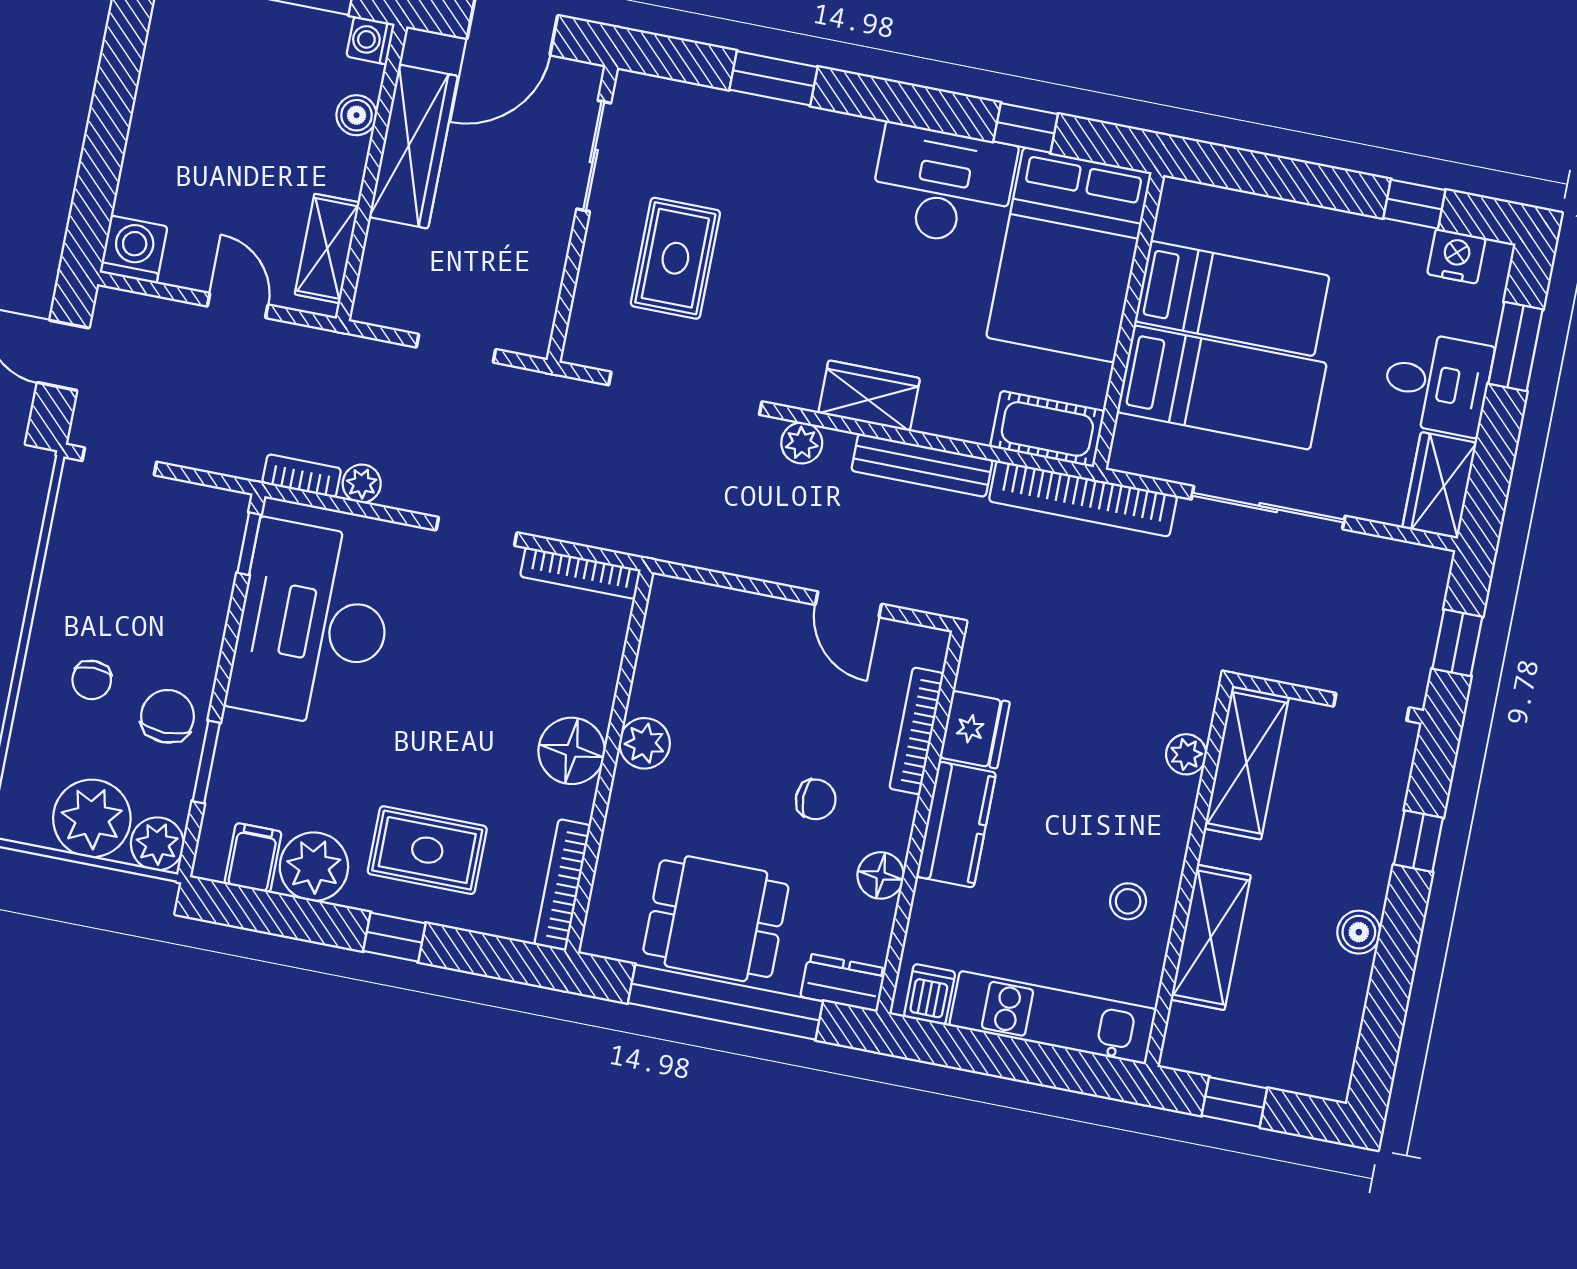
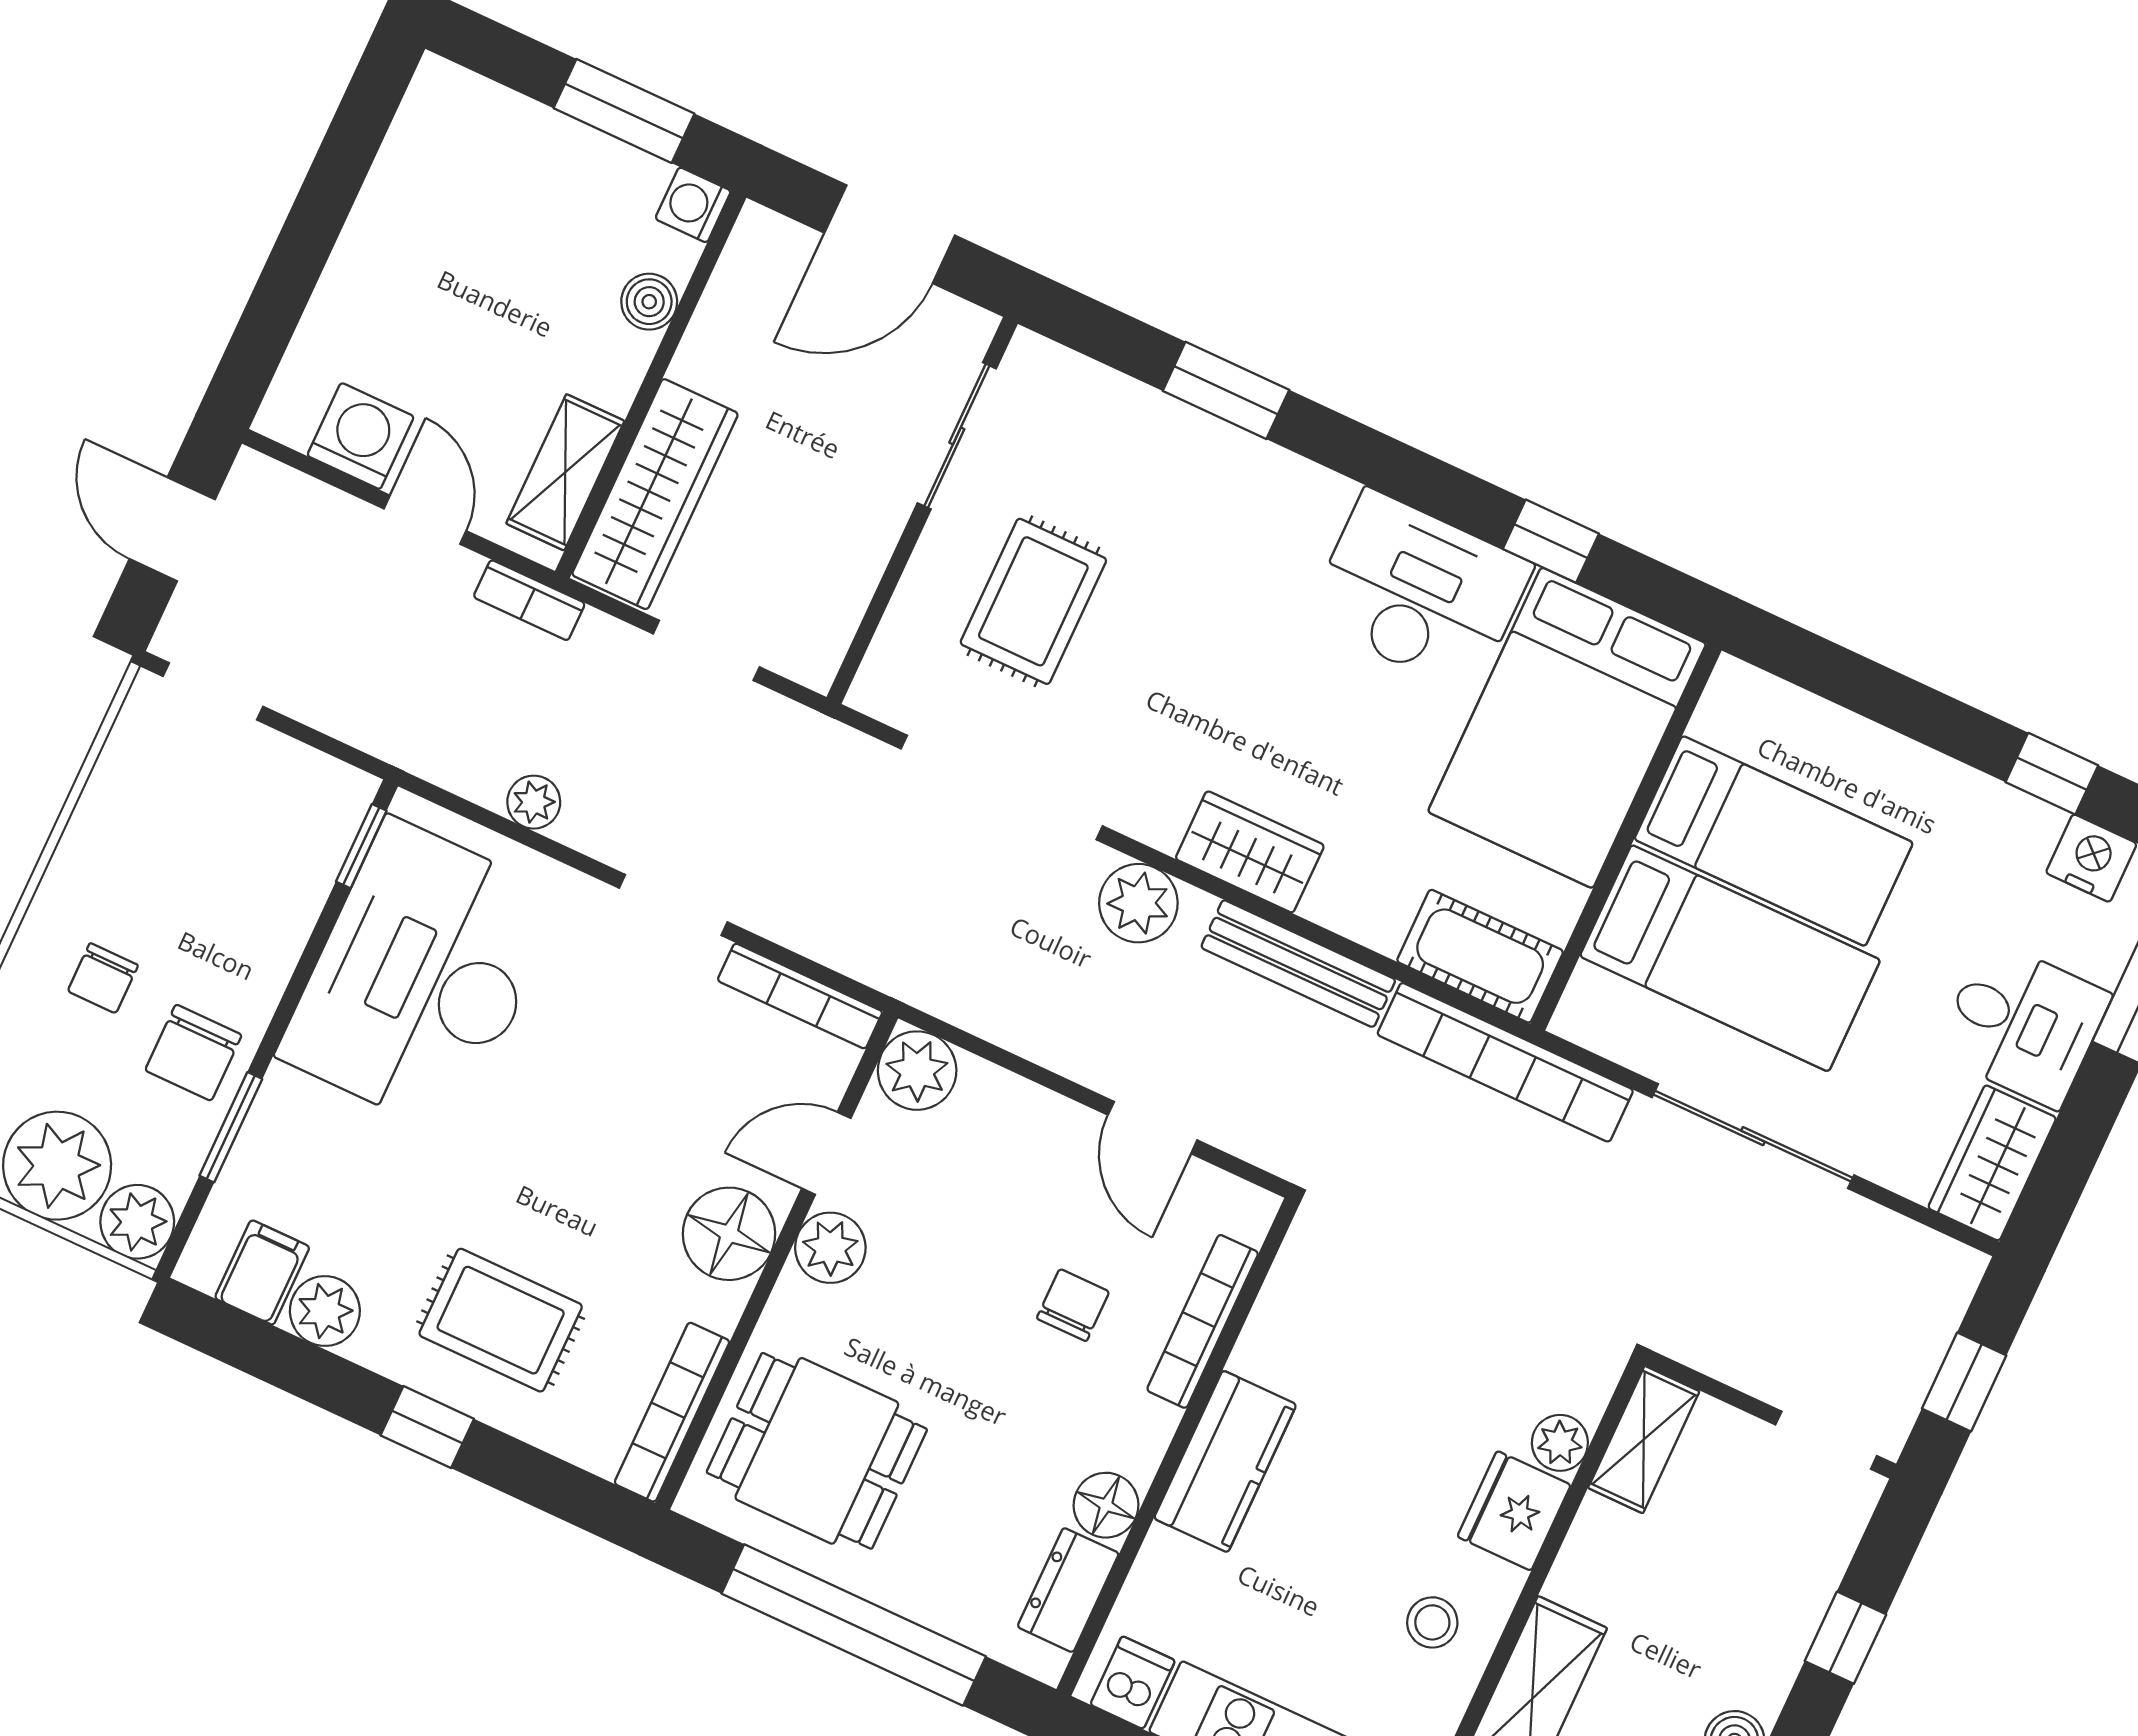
wardrobe: (413, 147) -> (655, 494), moved
washing machine: (134, 249) -> (361, 436), moved
plant: (802, 443) -> (1138, 903), width x1.38, depth x1.38
bookcase: (302, 476) -> (529, 600), moved, turned 180
plant: (675, 605) -> (917, 1071), added
door: (626, 678) -> (826, 1153), added
chair: (167, 716) -> (193, 1053), turned 180
fridge: (975, 730) -> (1514, 1511), moved, turned 180
shelving: (1246, 763) -> (1644, 1440), width x0.67, depth x0.75
chair: (816, 799) -> (1073, 1305), moved, turned -90
plant: (314, 867) -> (325, 1311), width x0.73, depth x0.73
dining table: (716, 919) -> (817, 1451), moved
dresser: (843, 983) -> (1068, 1590), moved, turned -90

